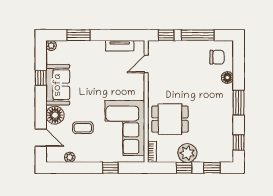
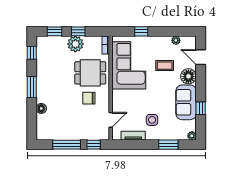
chair: (217, 57) -> (89, 98), moved
side table: (98, 64) -> (152, 120), added

